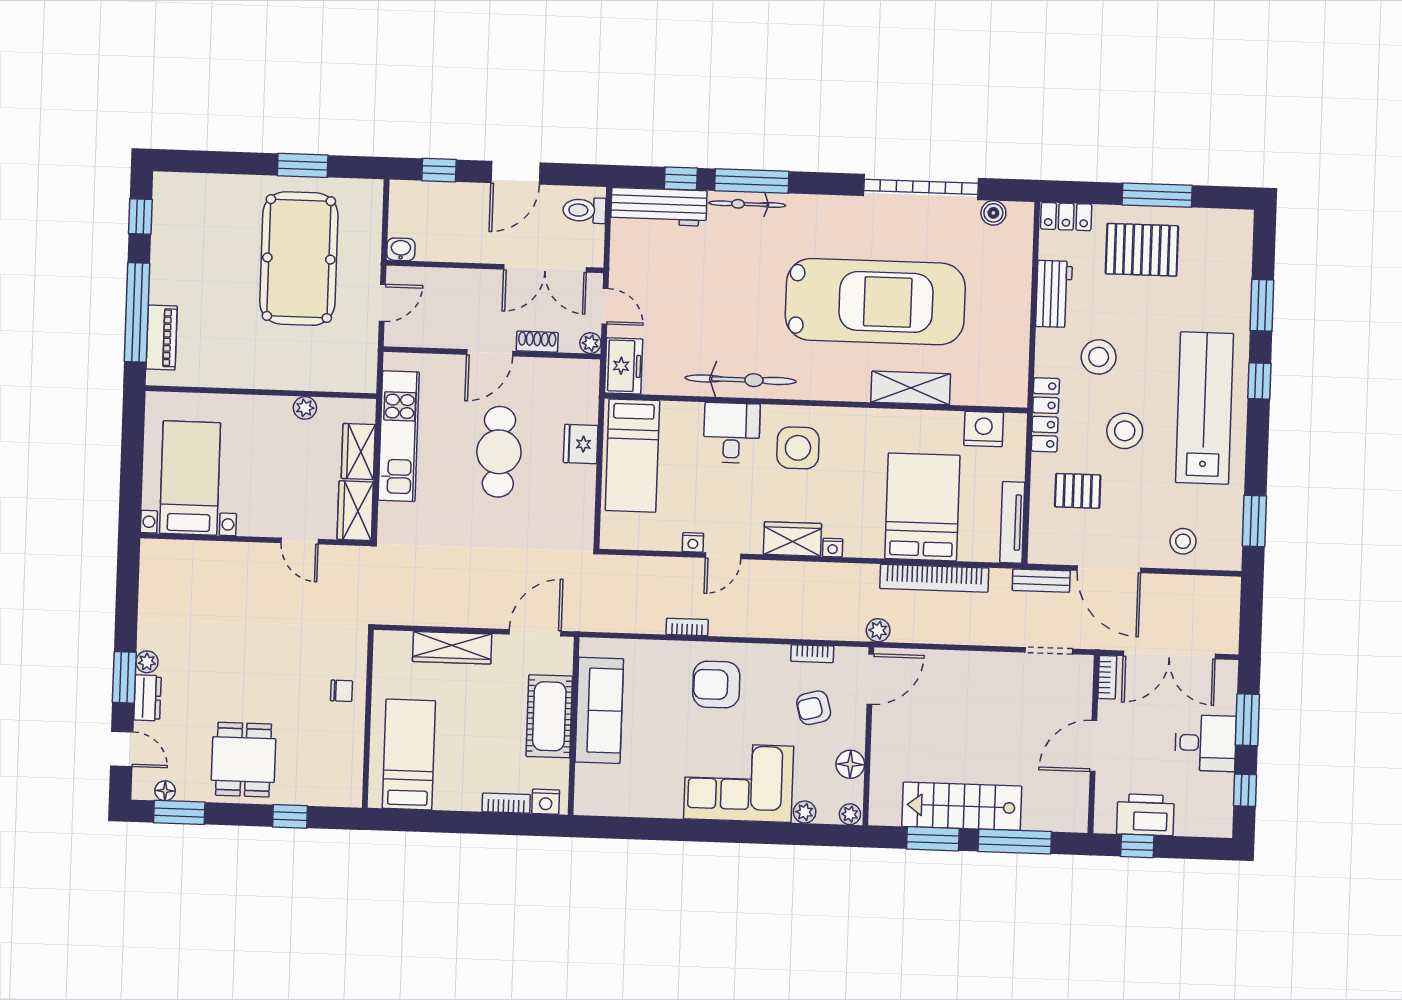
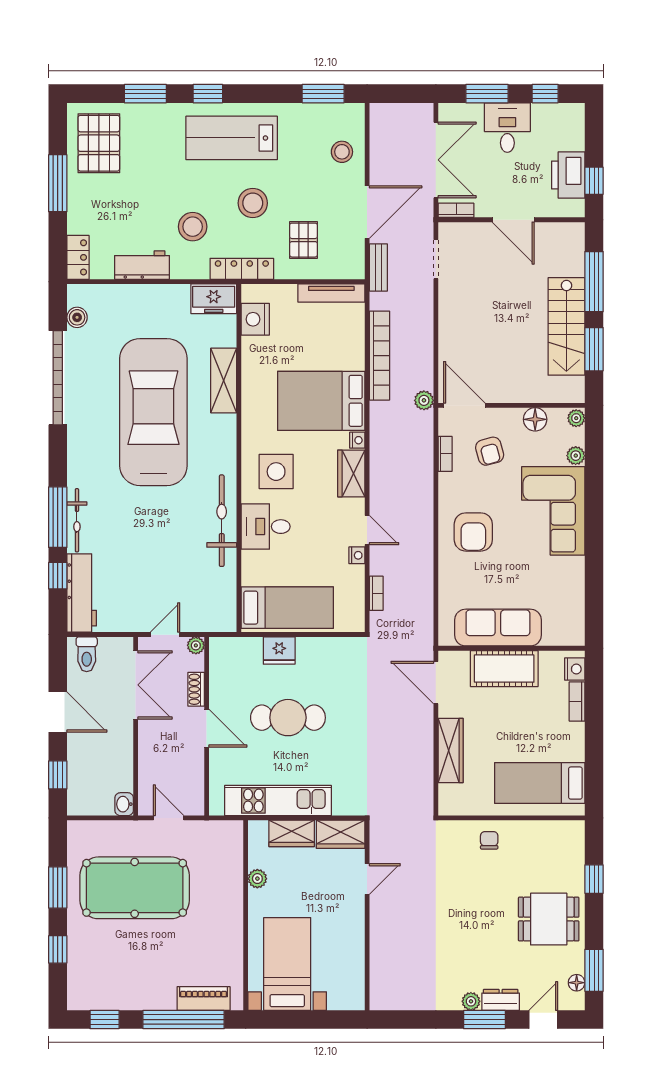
window: (228, 163) -> (58, 949), added
pallet: (1142, 250) -> (99, 143), moved
freezer: (624, 366) -> (214, 299), moved, turned 180
lab bench: (1204, 408) -> (232, 138), width x0.73
bed with nightstands: (190, 478) -> (287, 964), moved, turned 90
bed: (922, 507) -> (321, 401), moved
bookcase: (687, 627) -> (376, 593), moved, turned 180

